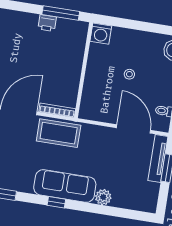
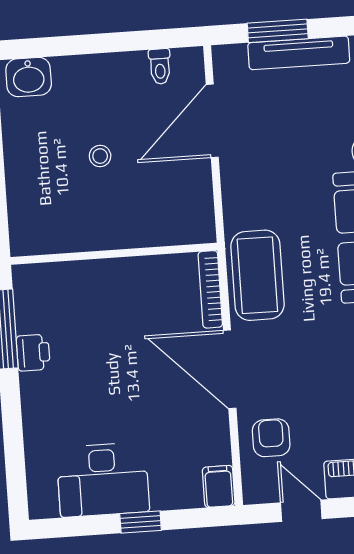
washing machine: (101, 34) -> (29, 235), removed
tv unit: (158, 158) -> (299, 53), moved

